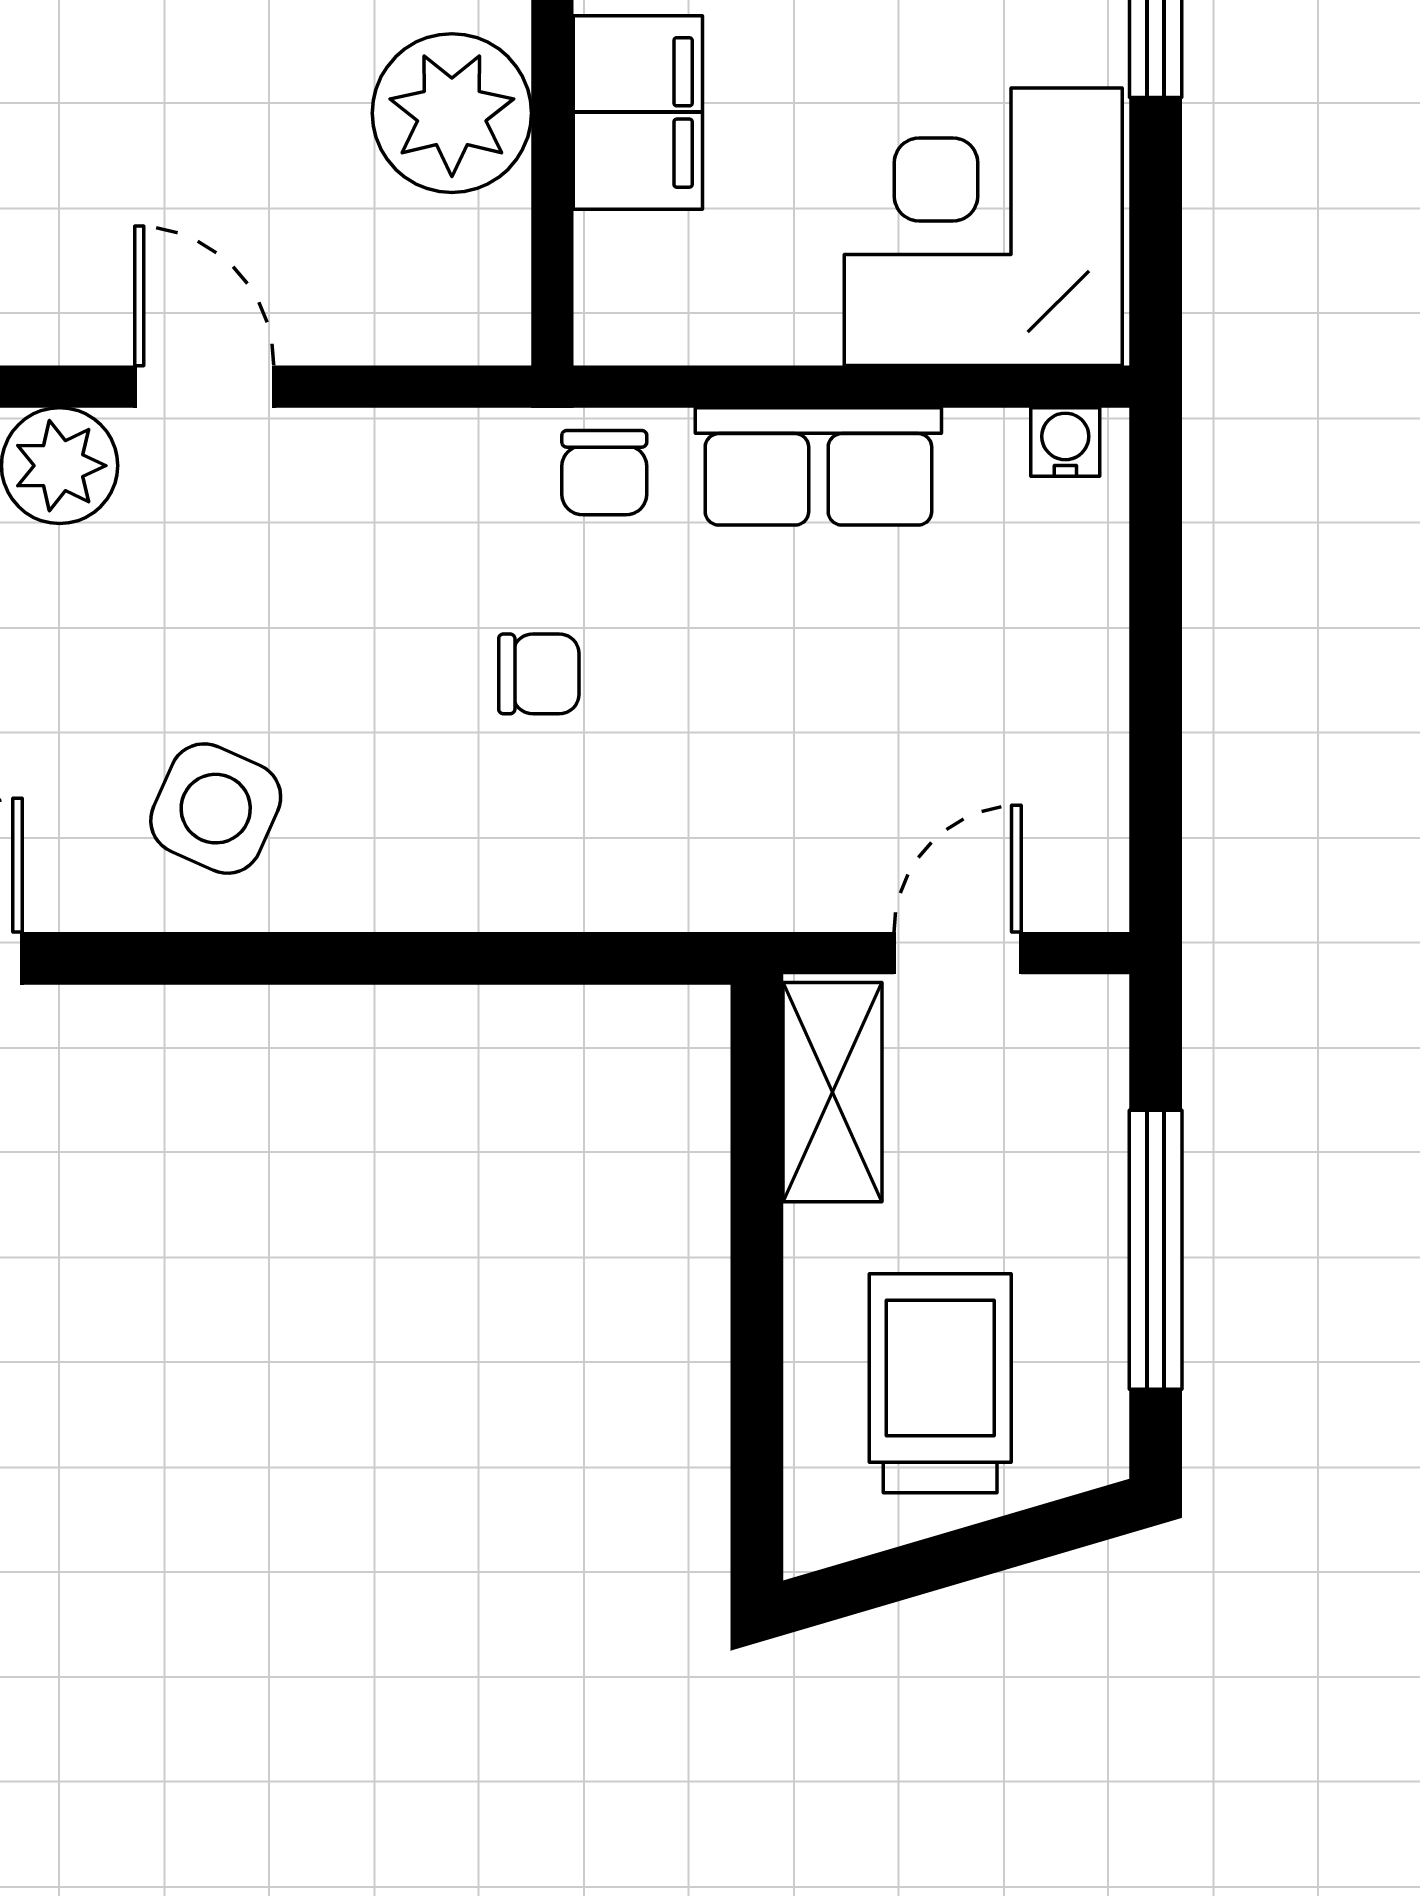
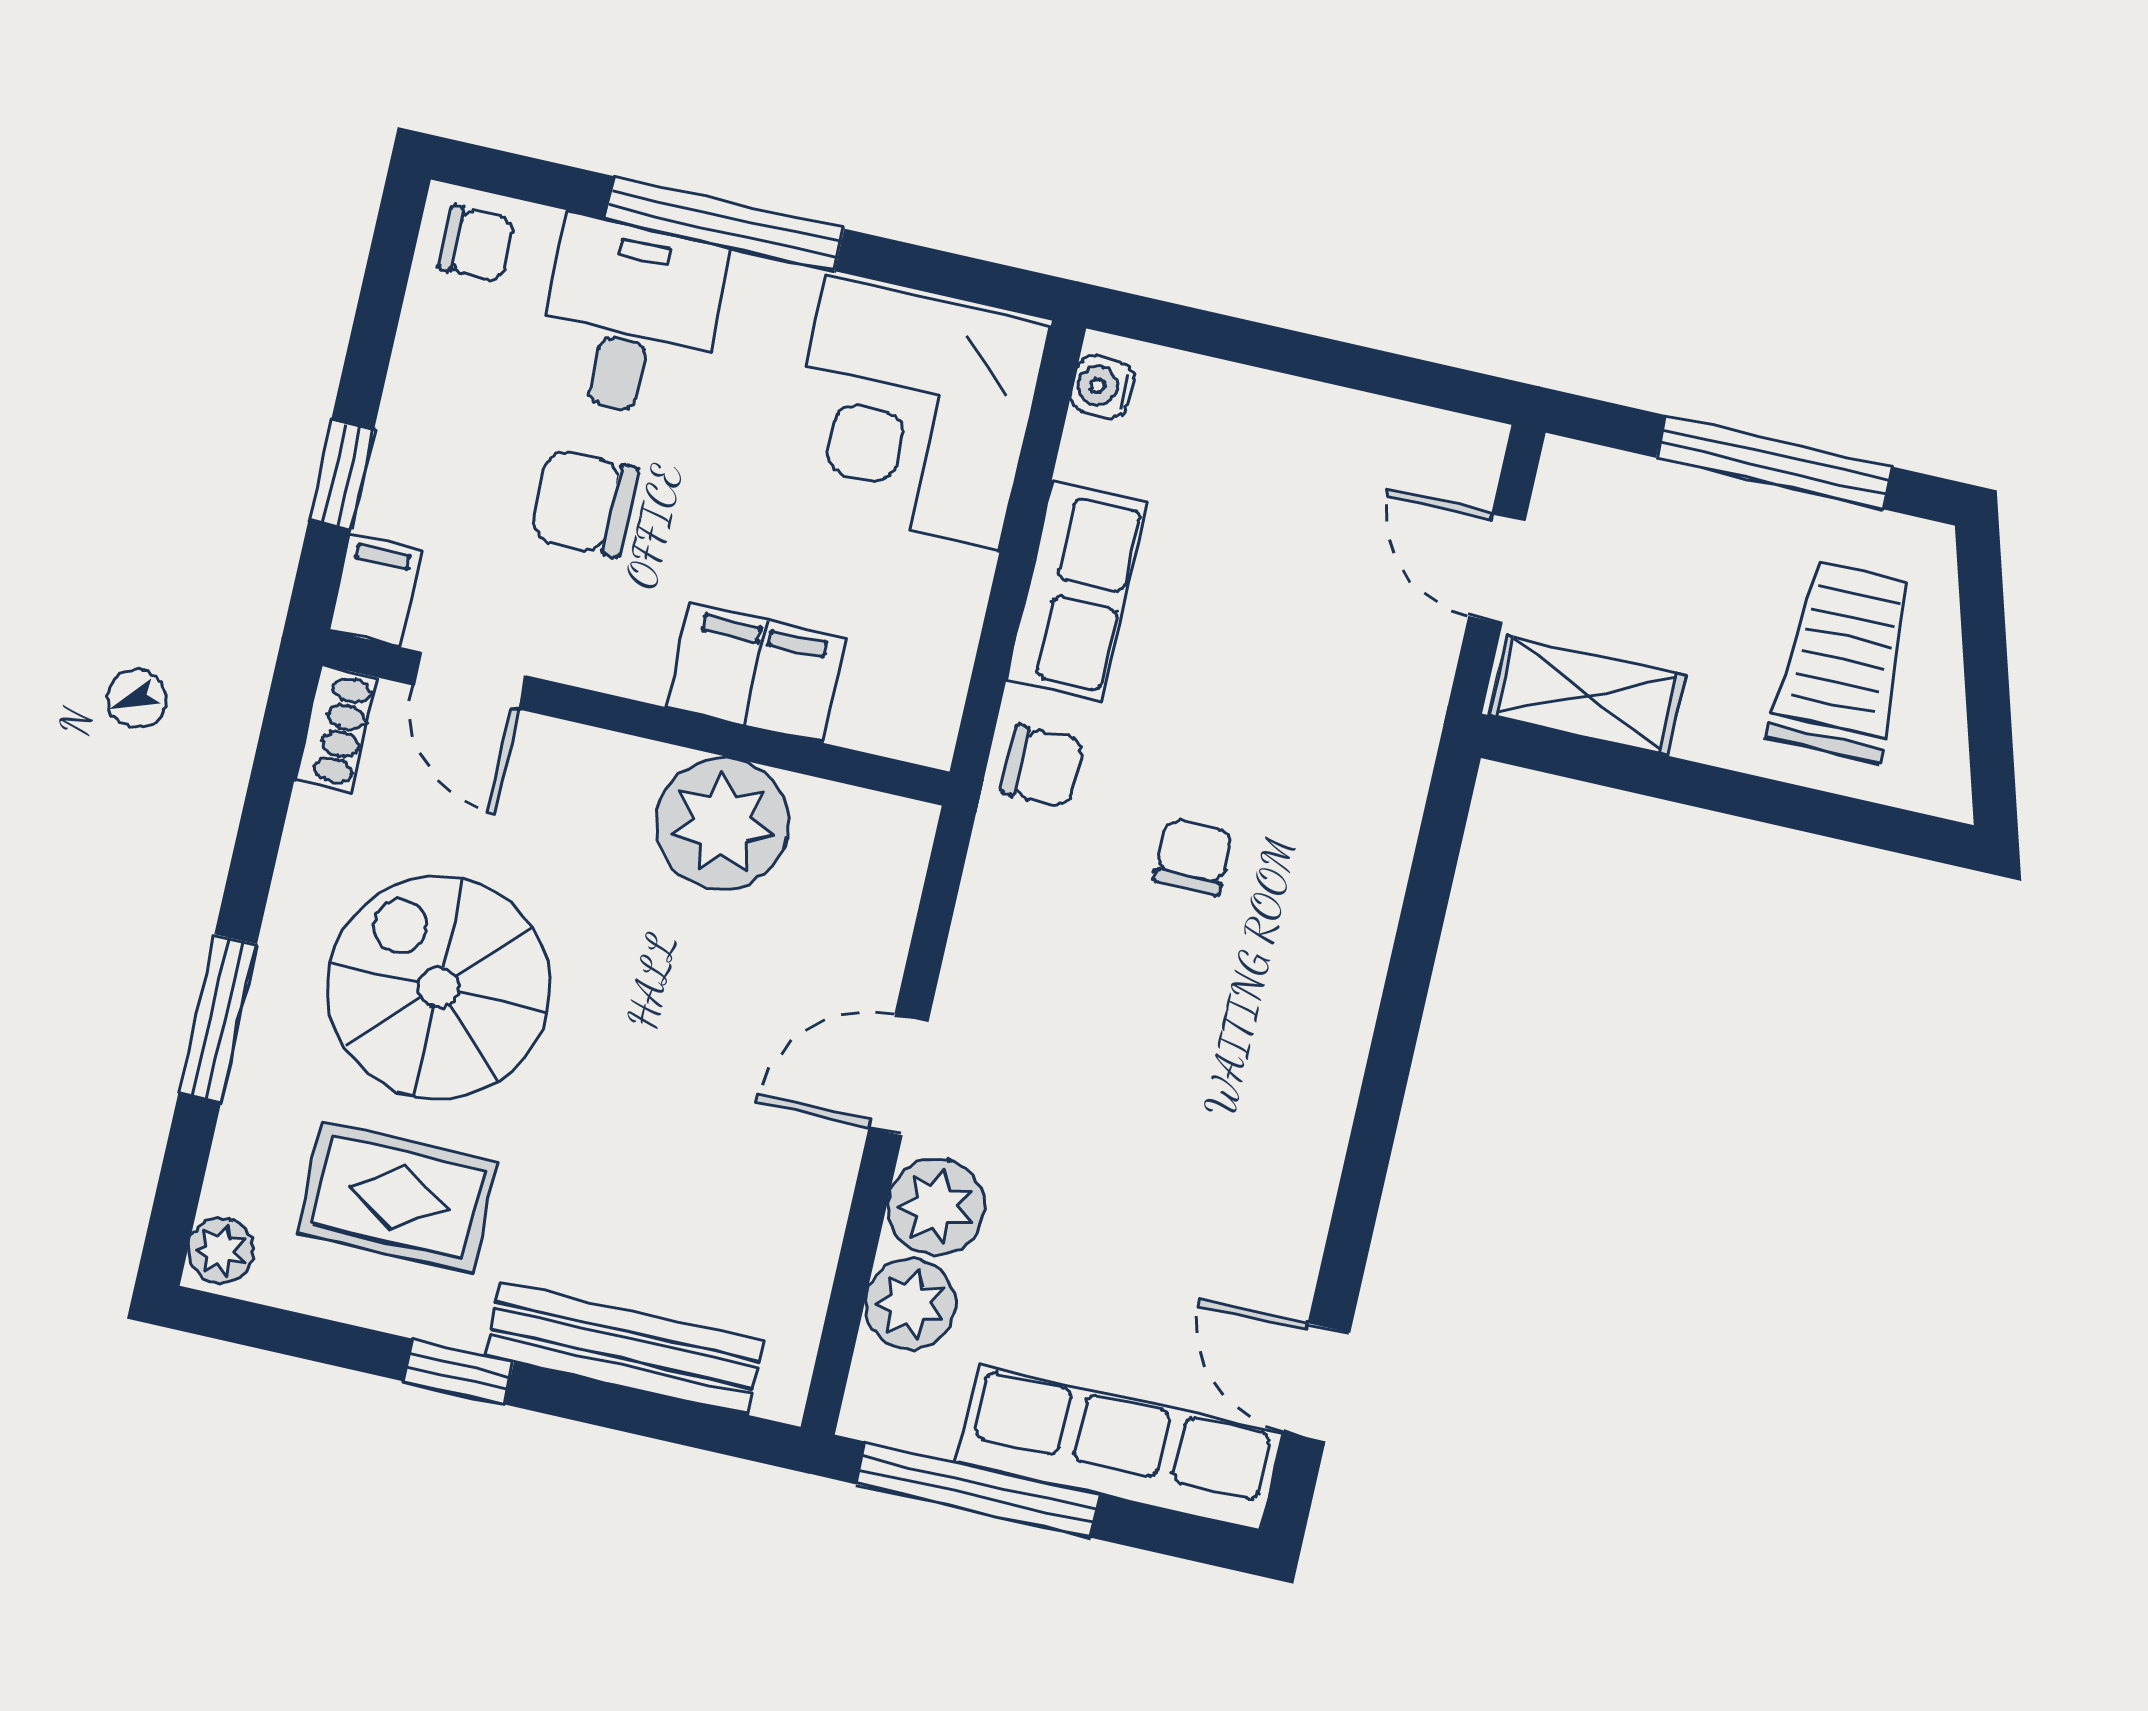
side table: (216, 809) -> (1243, 1143), removed
trolley: (940, 1383) -> (1843, 662), turned 90

